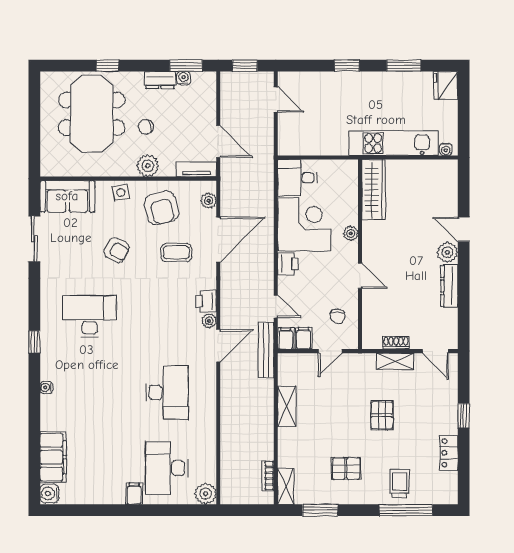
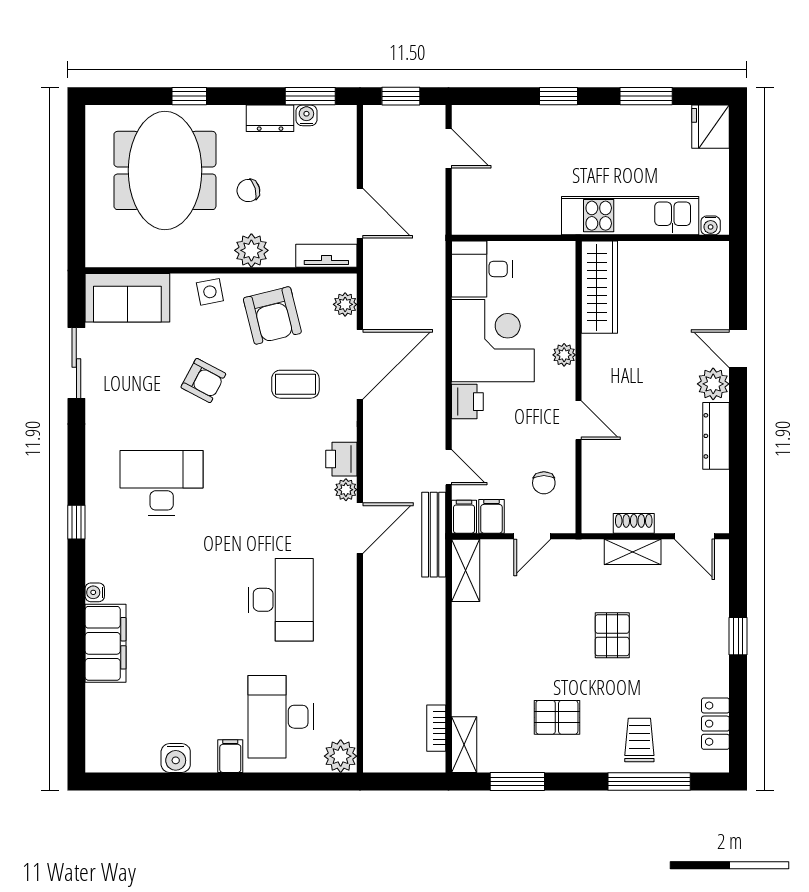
shelving: (287, 406) -> (466, 570), moved
locker: (449, 453) -> (715, 724), moved
filing cabinet: (53, 457) -> (106, 643), moved
water cooler: (49, 494) -> (176, 758), moved, turned -90

